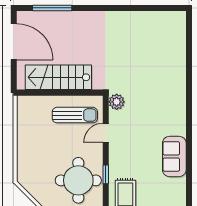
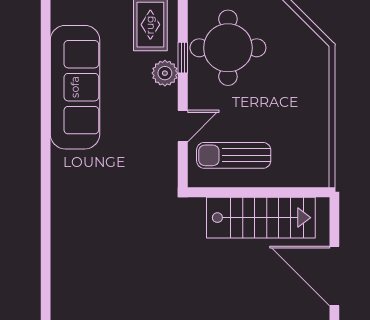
plant: (117, 102) -> (165, 73), moved
sofa: (174, 156) -> (75, 87), width x1.85, depth x1.27

